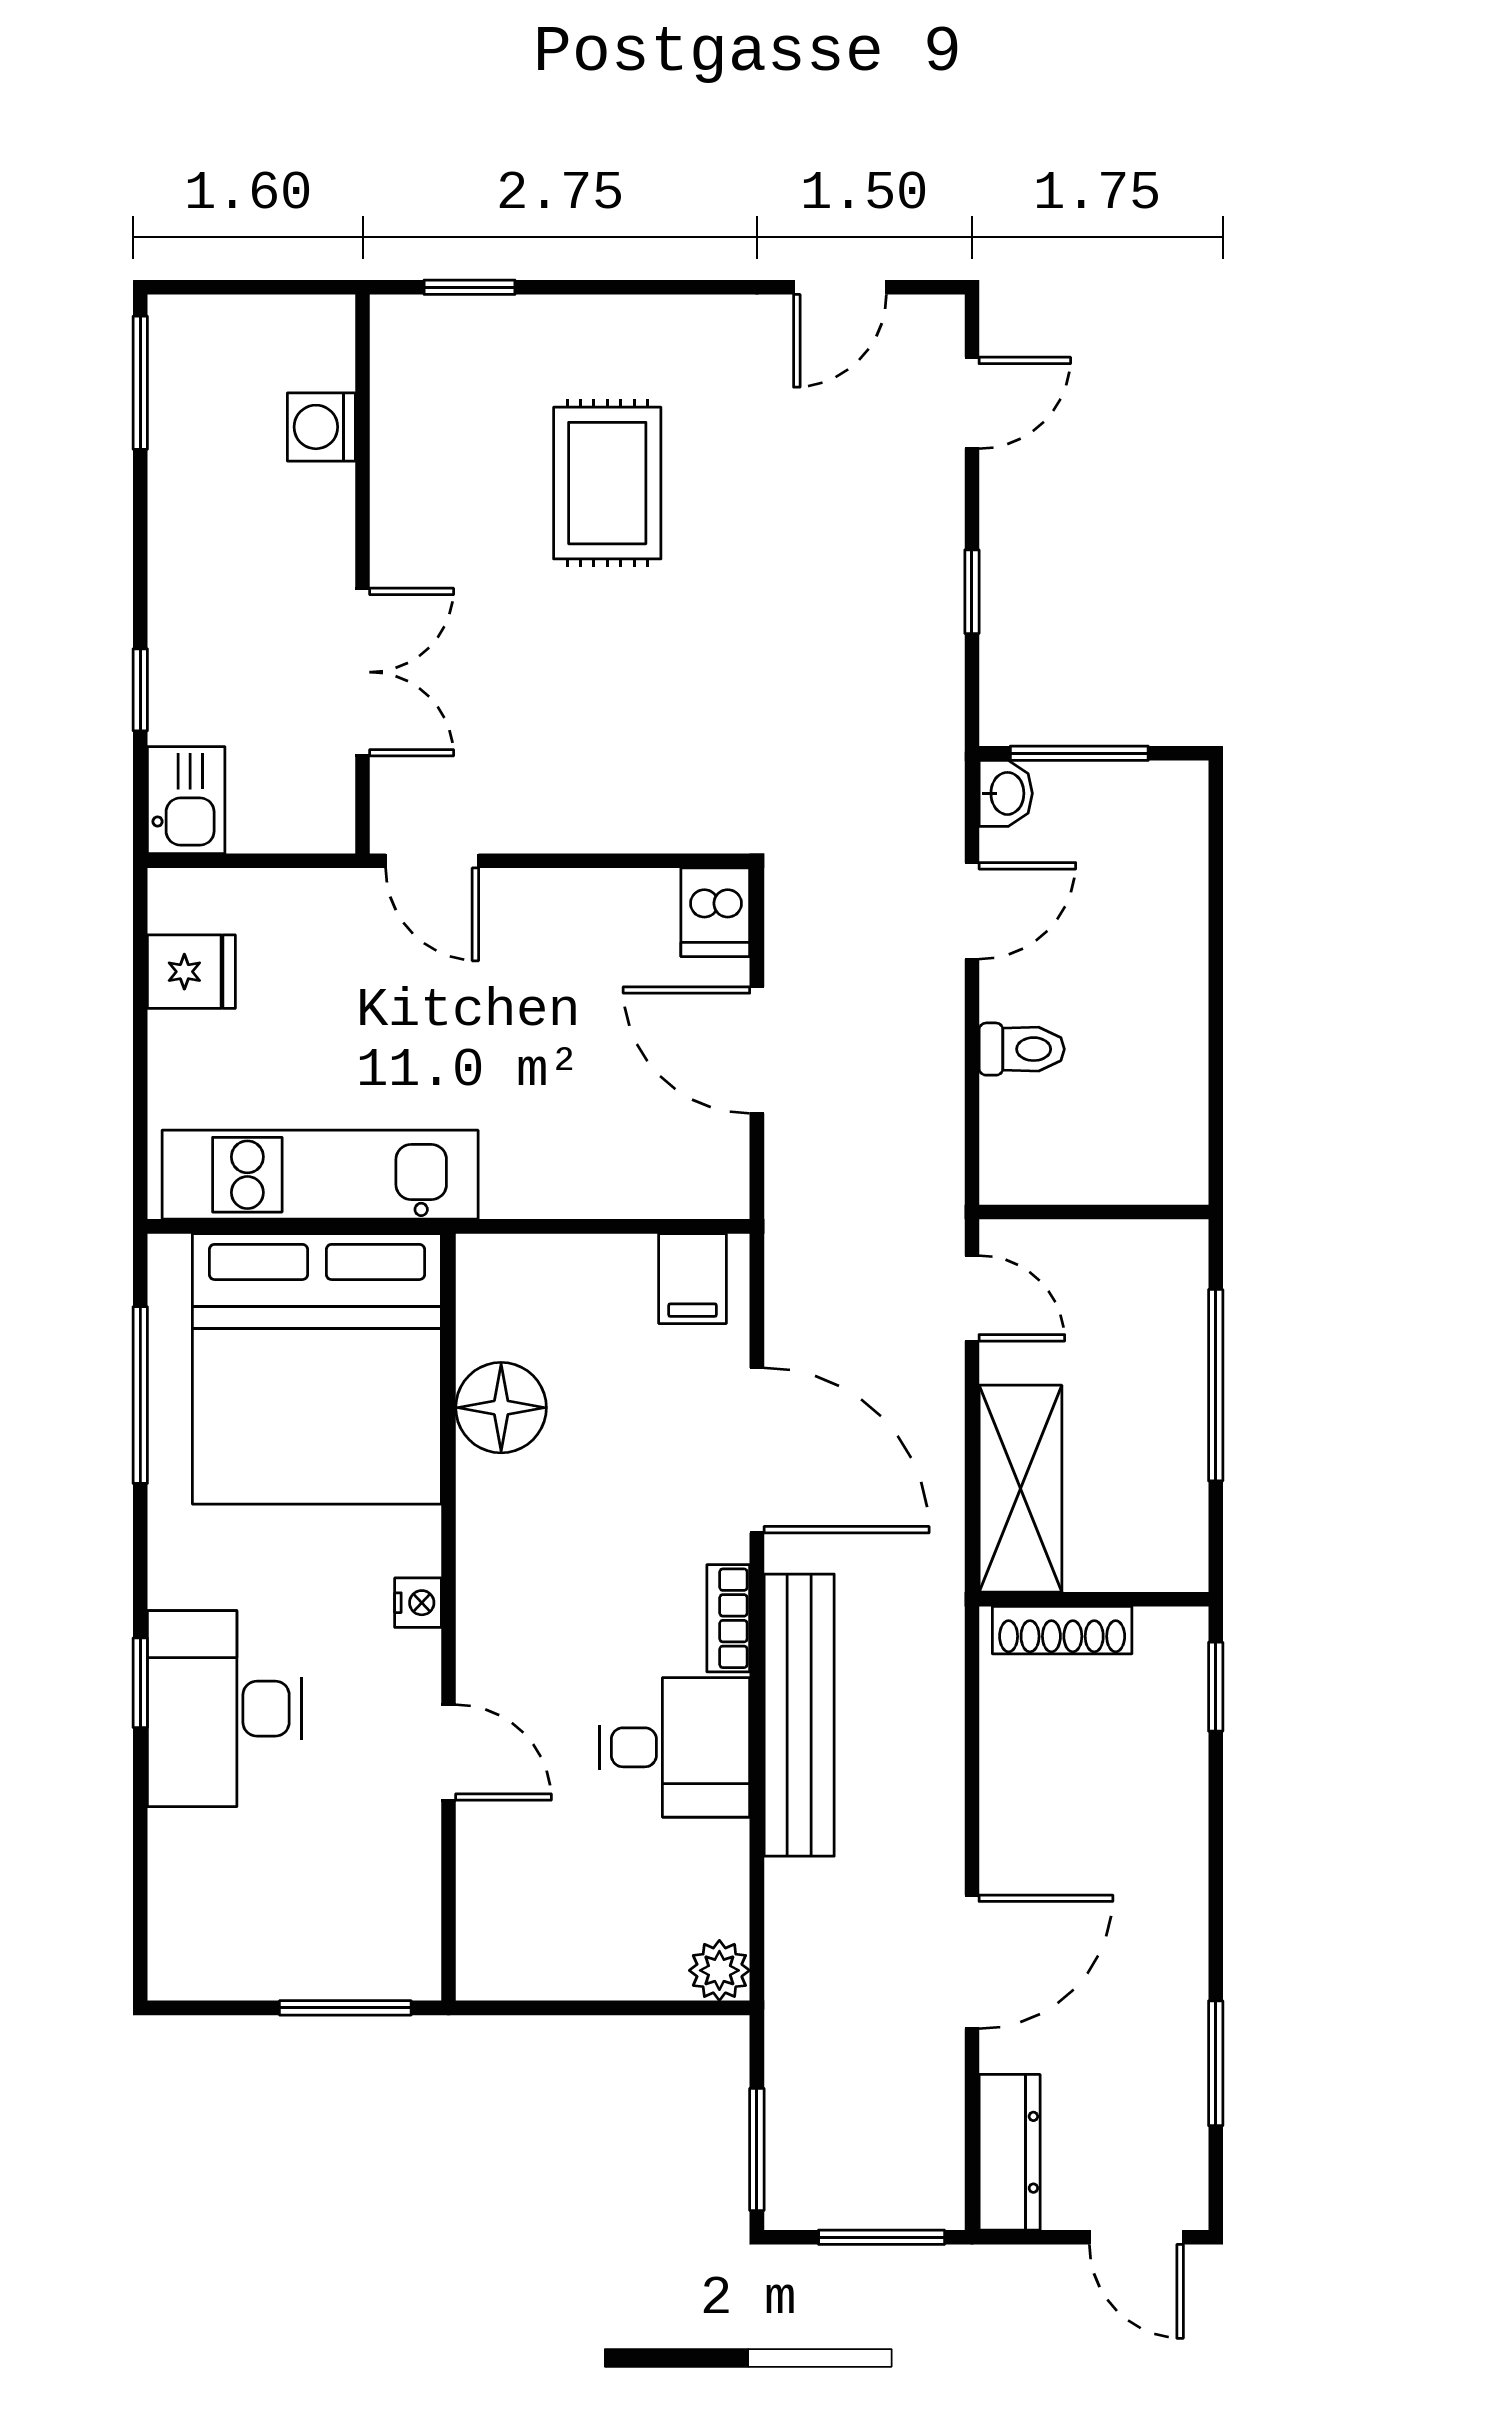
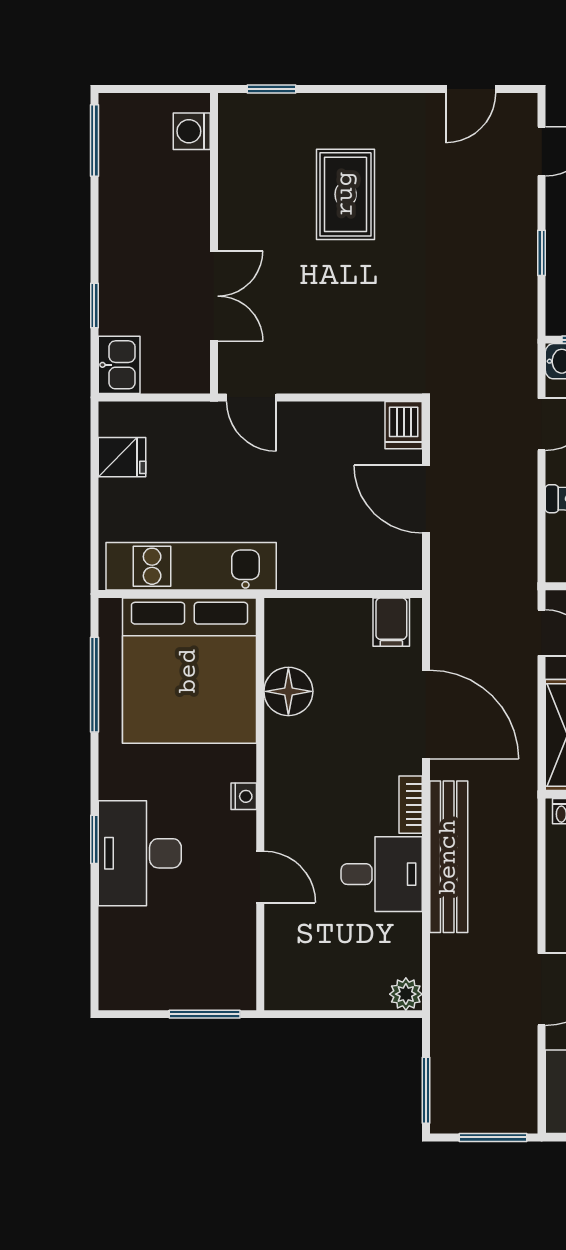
washing machine: (321, 427) -> (192, 131), moved

